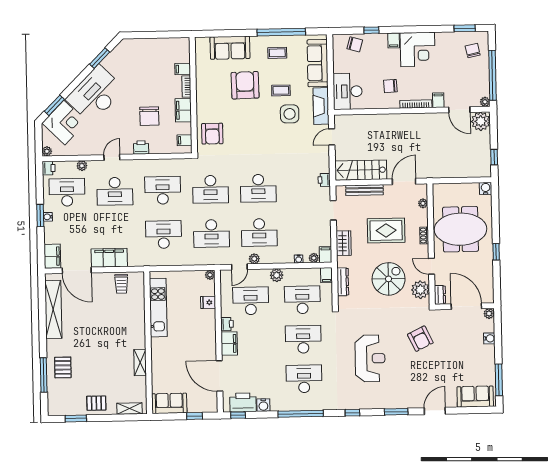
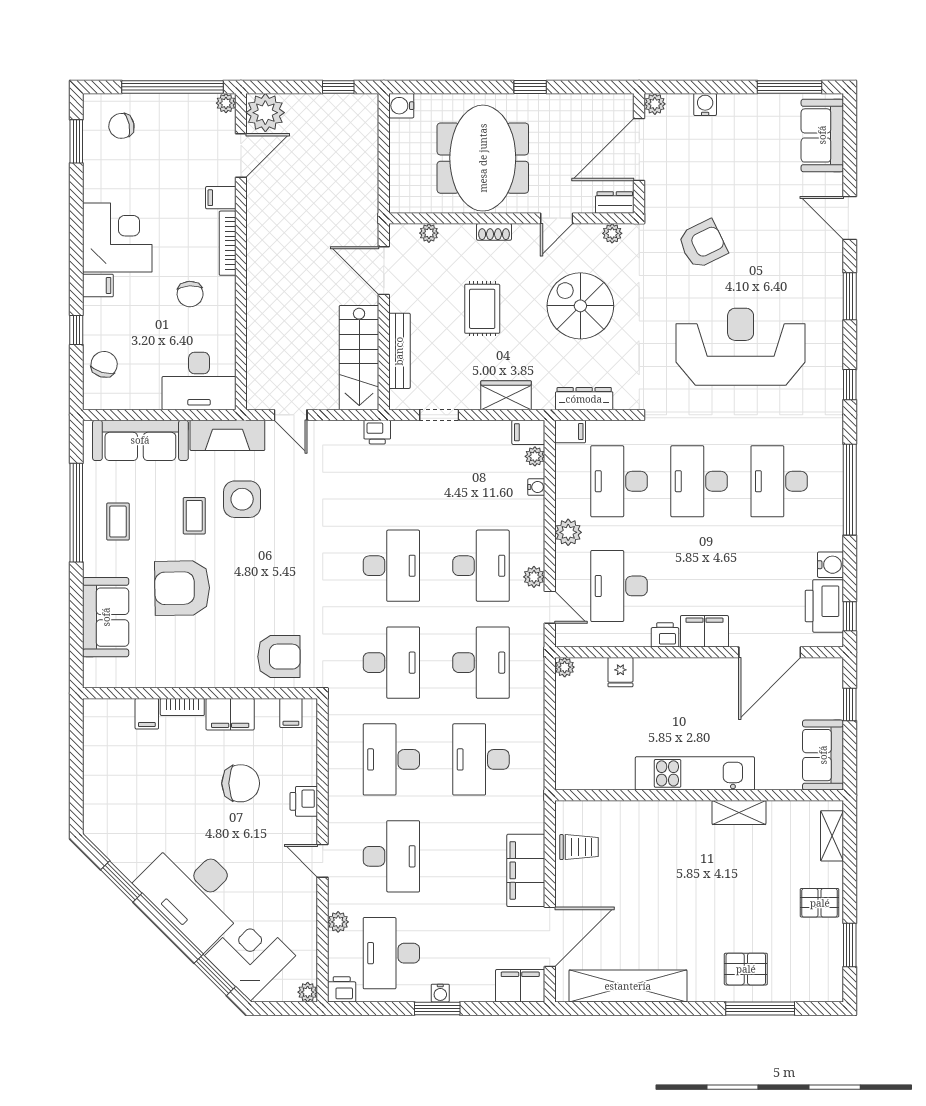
rug: (386, 230) -> (482, 309), width x0.73, depth x0.70
plant: (420, 290) -> (612, 233), width x0.53, depth x0.53
kitchen unit: (158, 308) -> (695, 773), moved
reception desk: (370, 358) -> (741, 347), width x1.36, depth x1.30
pallet: (96, 403) -> (820, 903), turned 90

